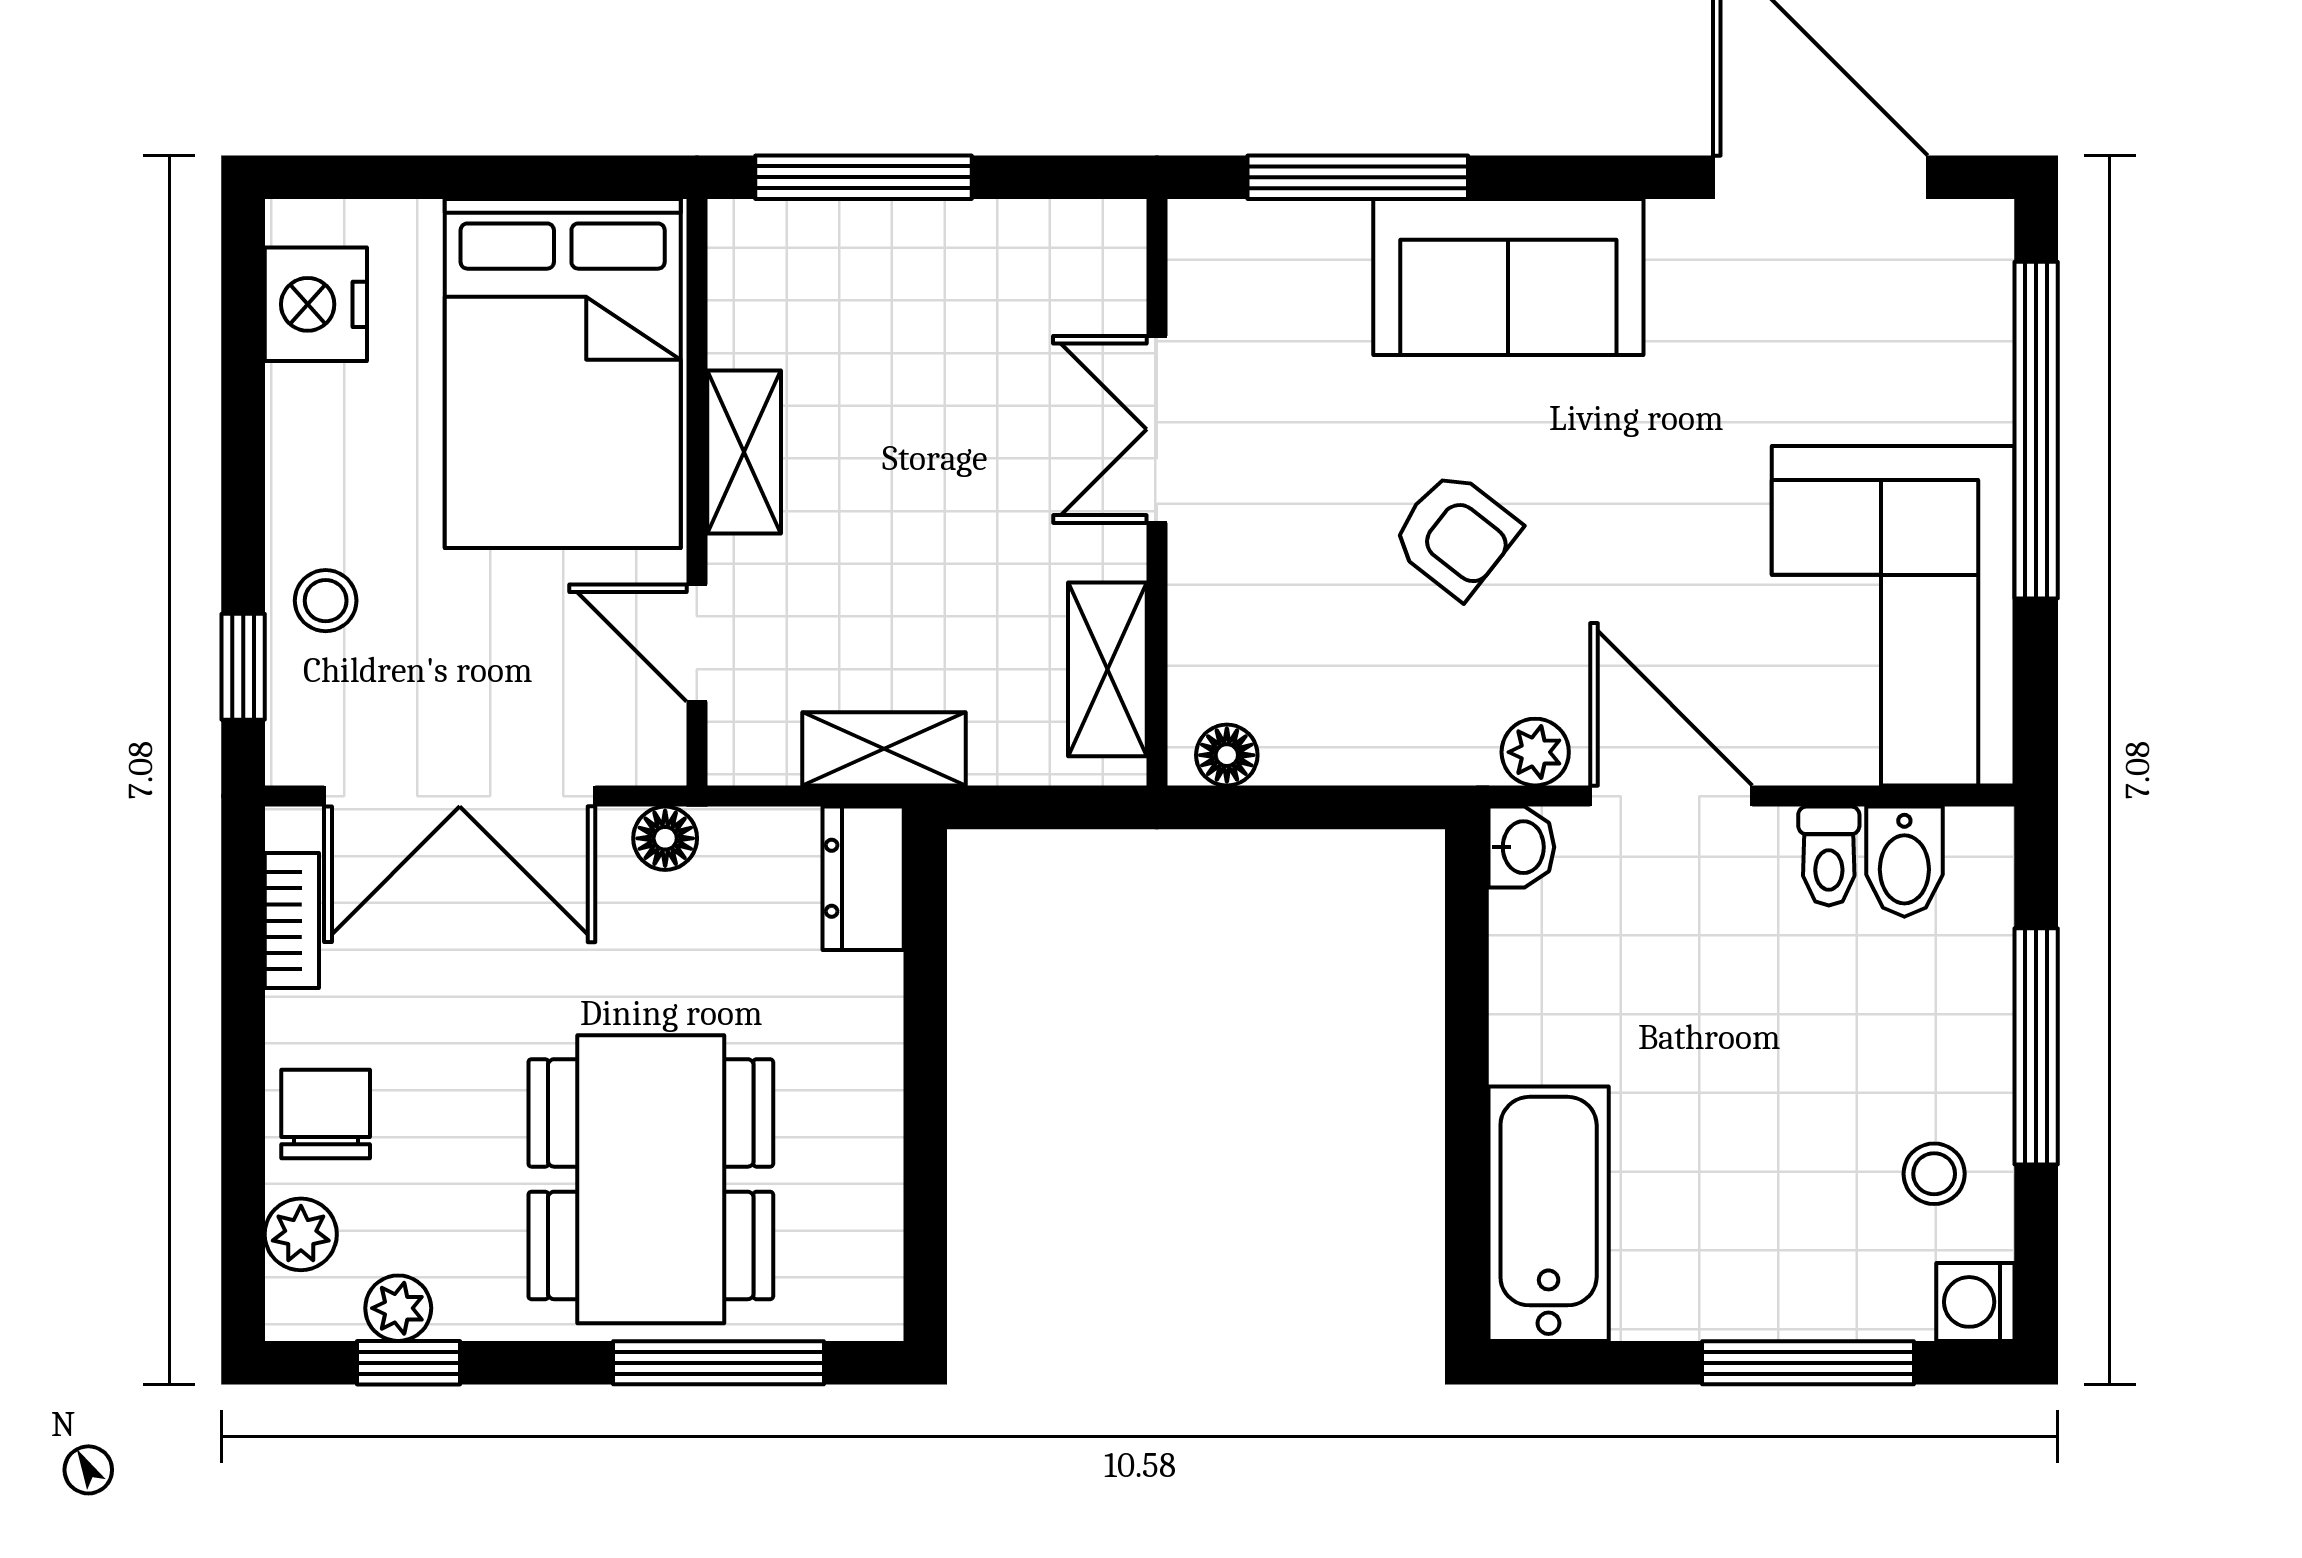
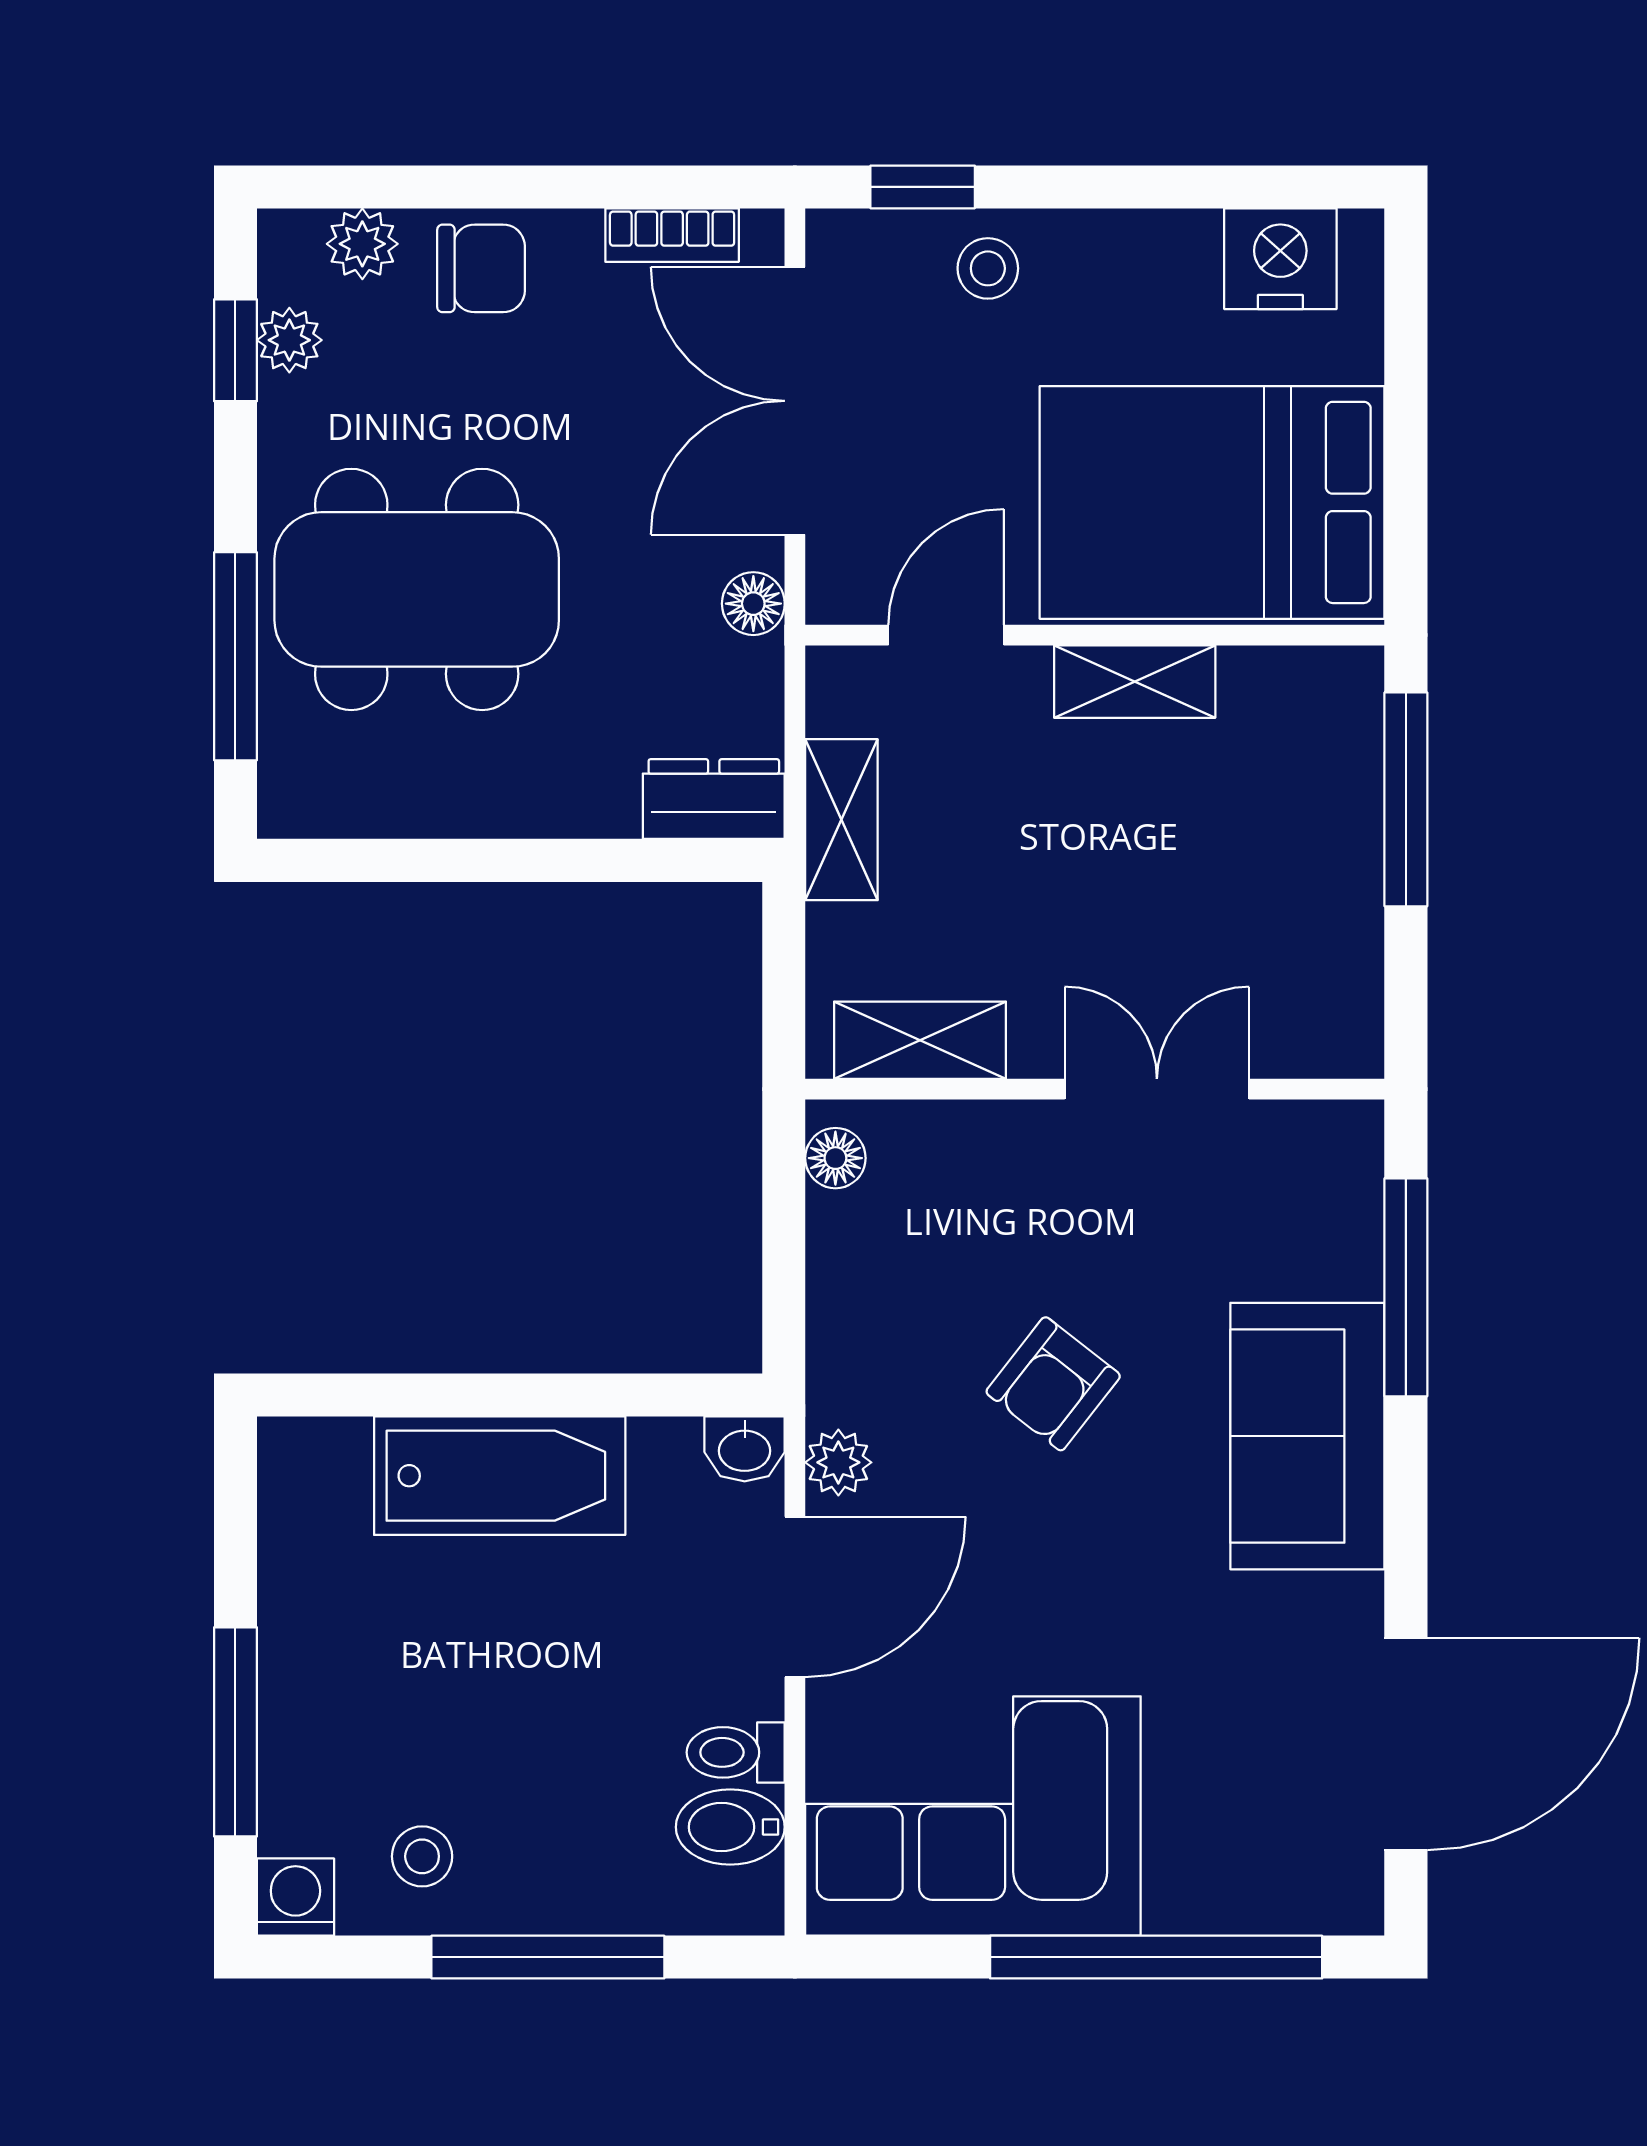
bathtub: (1549, 1214) -> (500, 1476), moved

